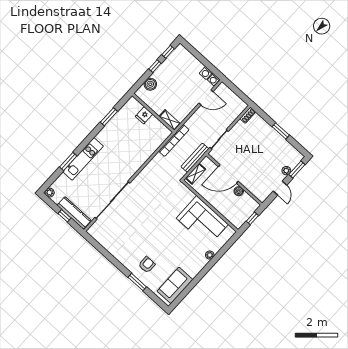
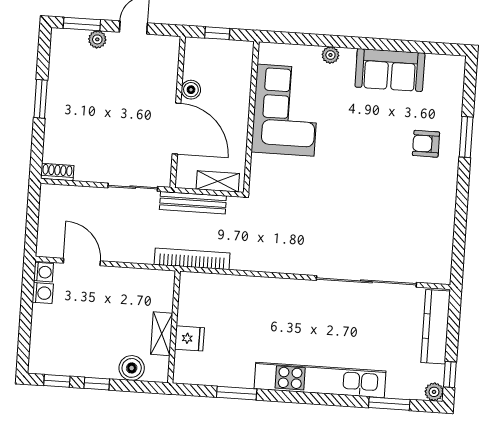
shelving: (170, 120) -> (162, 334), moved
kitchen unit: (83, 159) -> (320, 380), width x1.36
window: (68, 161) -> (389, 404), moved
window: (64, 216) -> (450, 375), moved
sofa: (175, 285) -> (390, 70), moved

